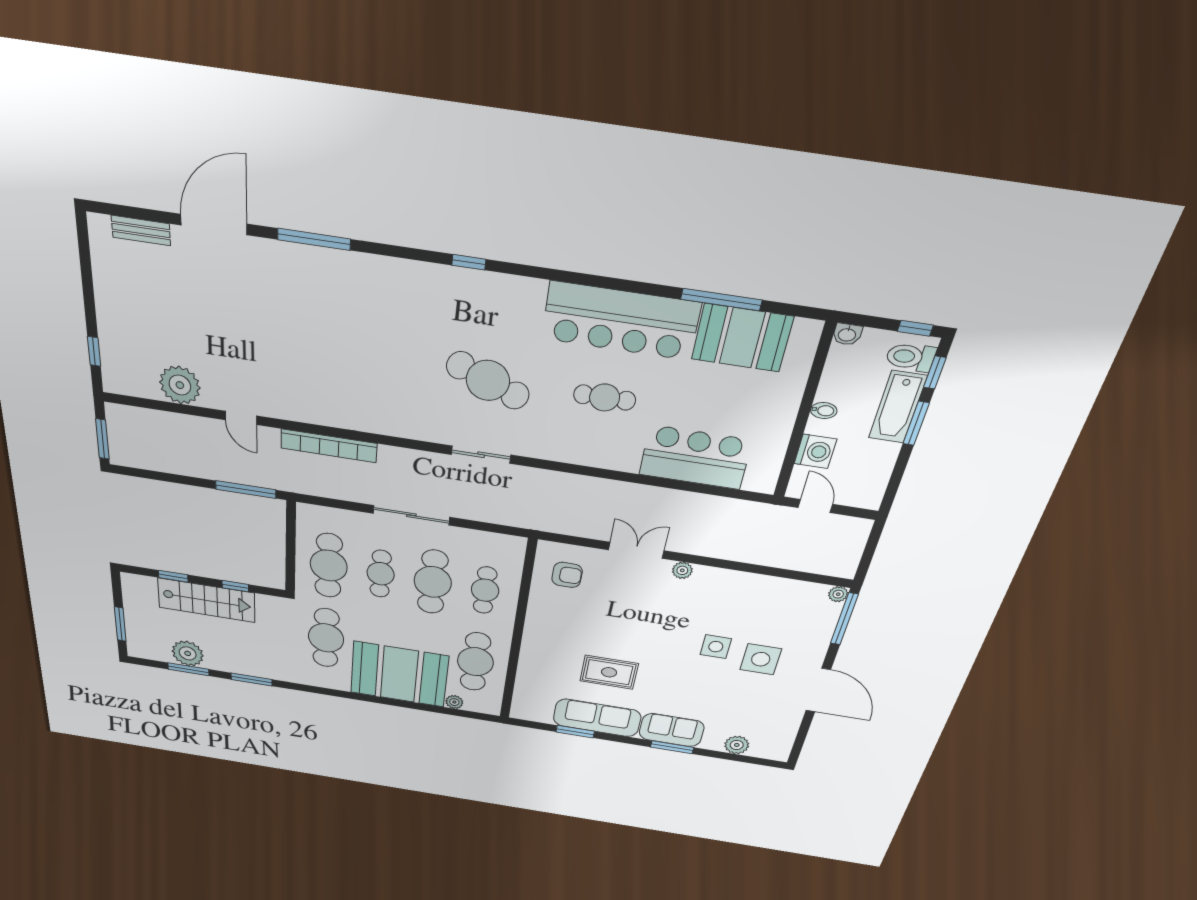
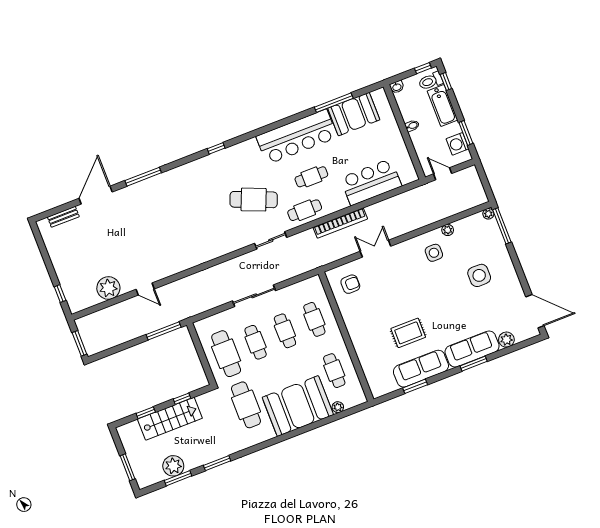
window: (916, 423) -> (466, 133), moved
cafe table: (562, 441) -> (305, 210), added
bookcase: (329, 446) -> (340, 223), moved
washing machine: (815, 451) -> (457, 144), moved, turned 180
plant: (682, 570) -> (448, 230), moved
cafe table: (433, 582) -> (285, 331), width x0.73, depth x0.74
side table: (716, 647) -> (434, 253), moved
cafe table: (475, 662) -> (334, 371), width x0.73, depth x0.74
door: (818, 690) -> (535, 311), moved
sofa: (672, 730) -> (472, 349), width x1.36

